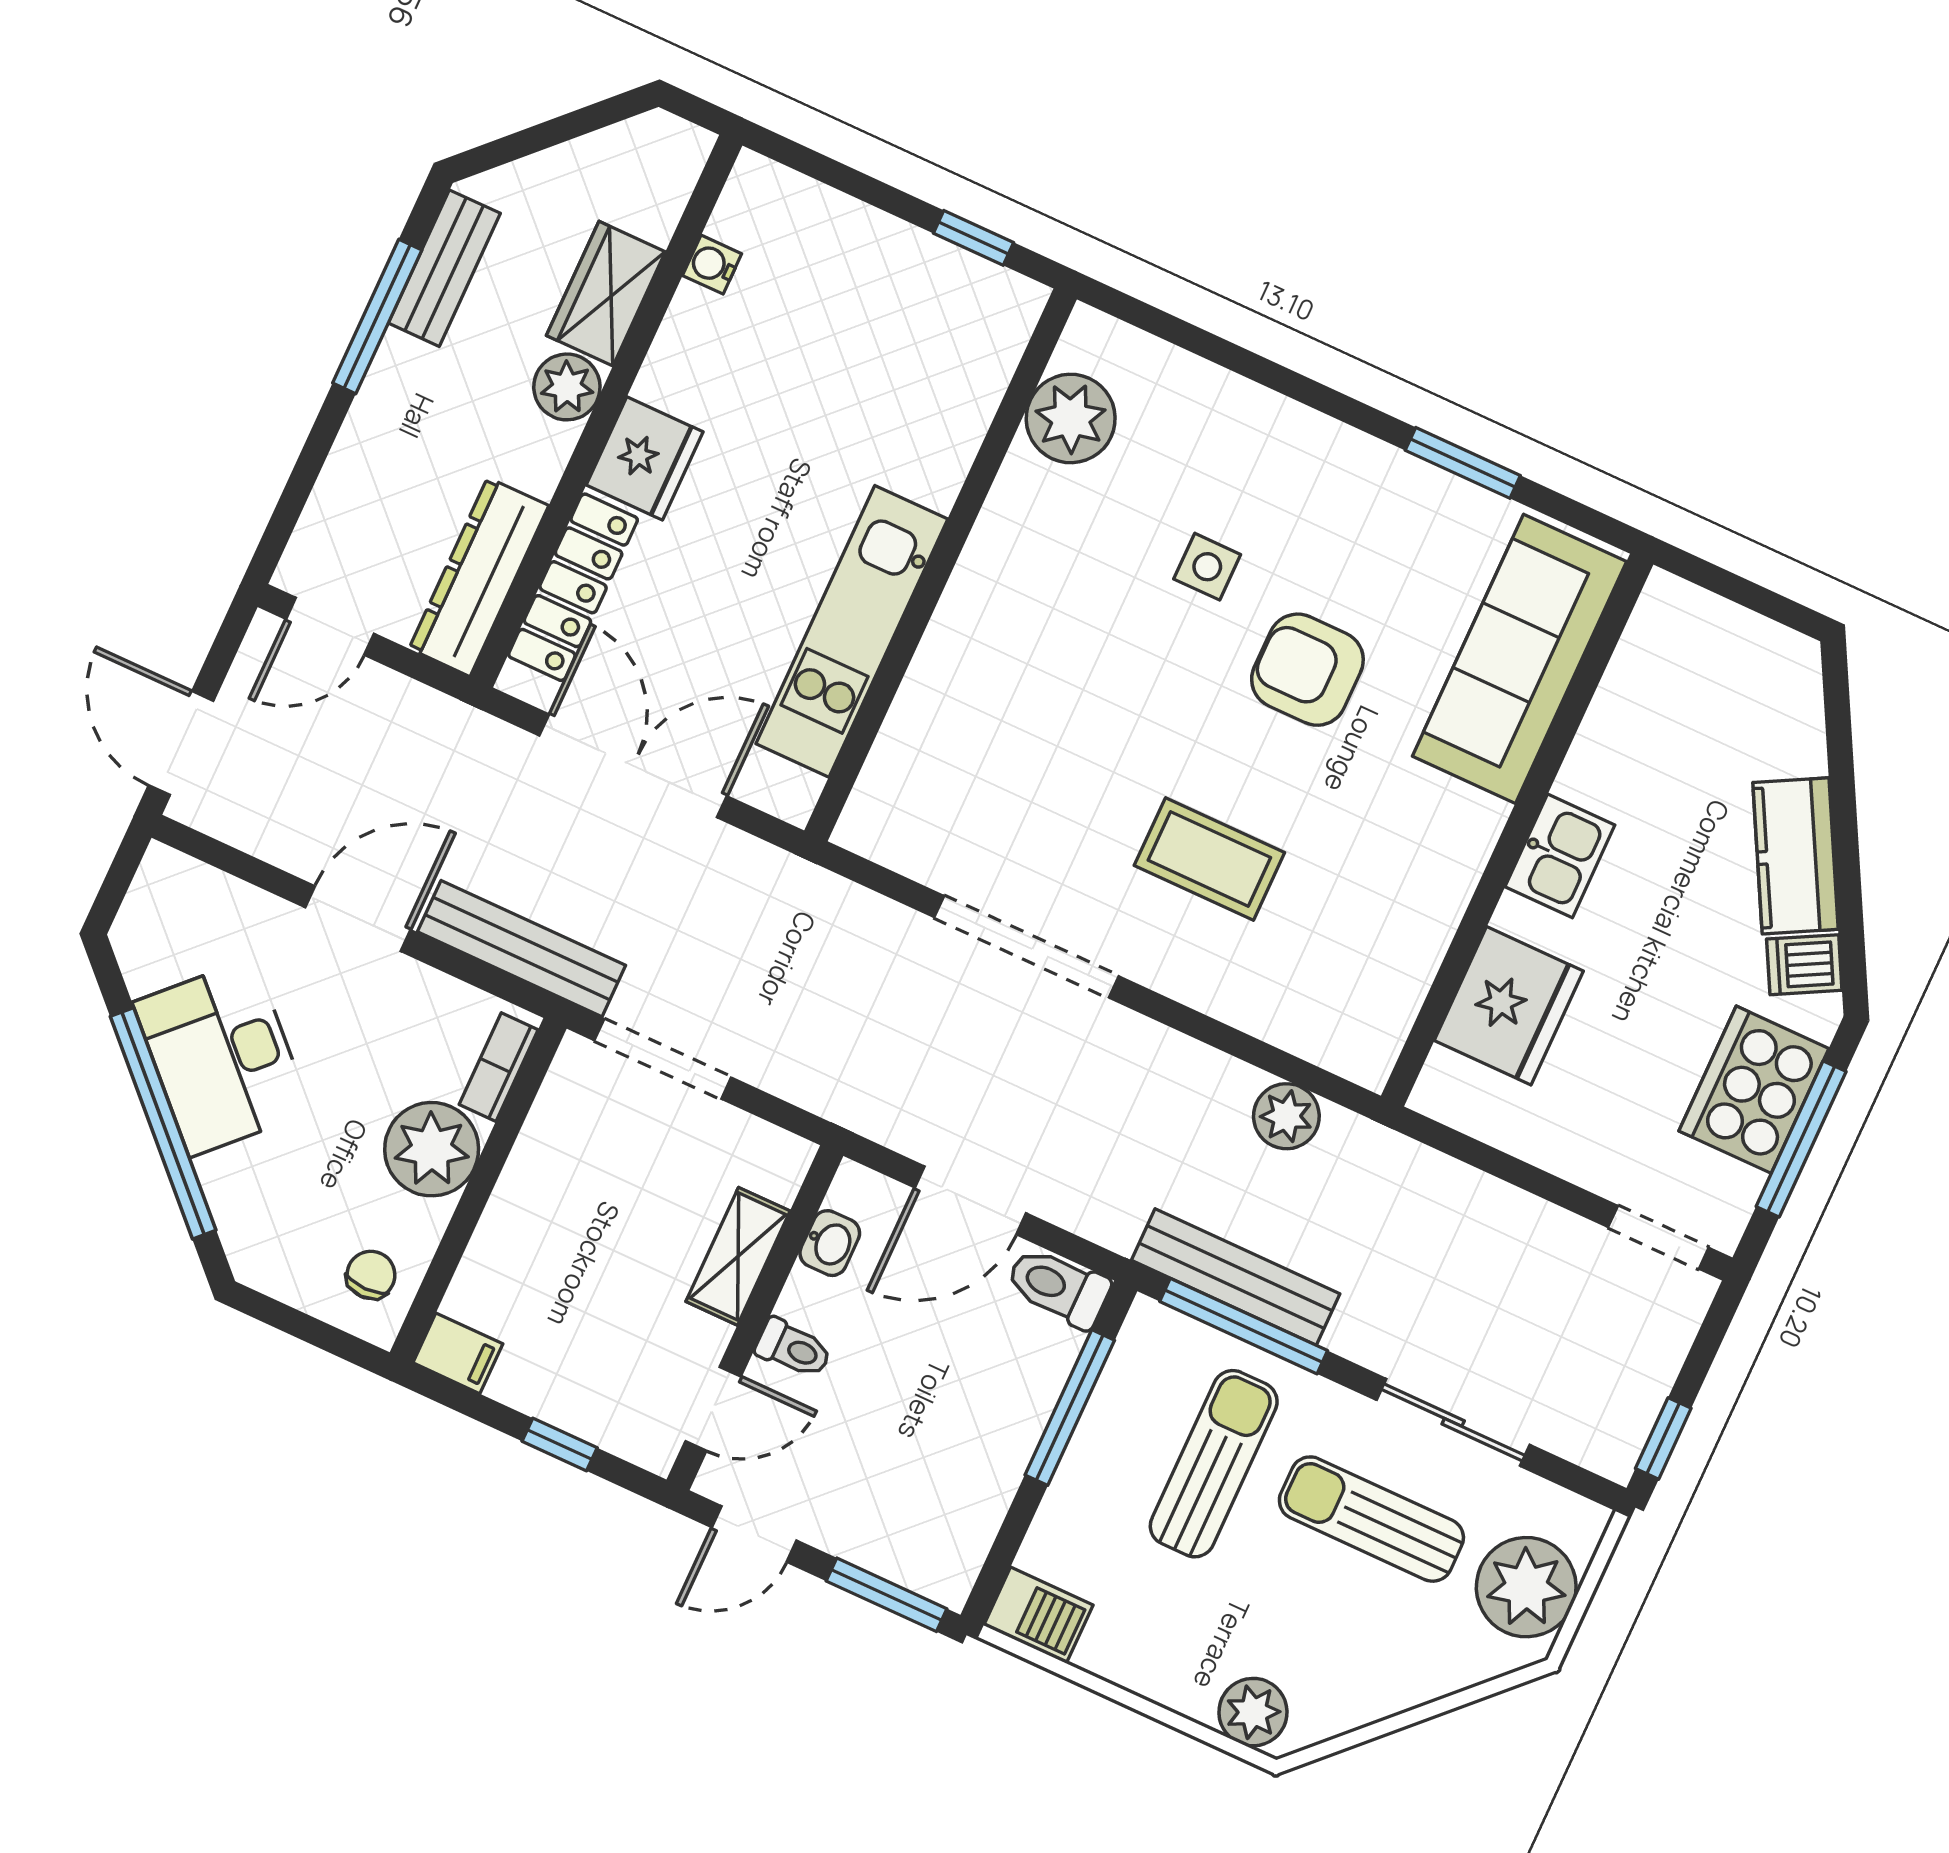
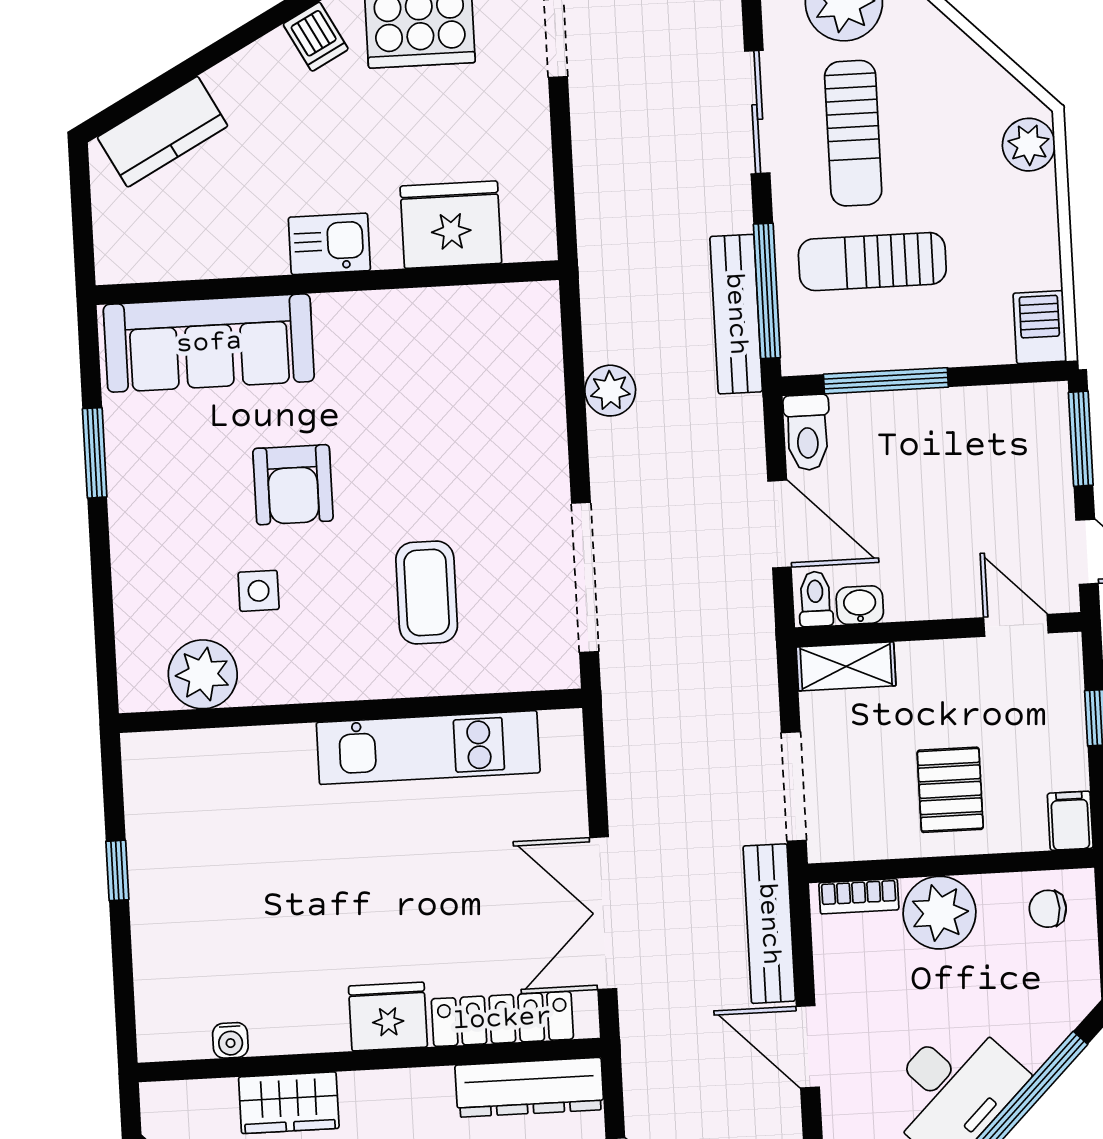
plant: (567, 387) -> (367, 1096), removed
plant: (1071, 418) -> (203, 674), moved
wall: (941, 565) -> (350, 711), moved
kitchen unit: (852, 631) -> (428, 748), moved
kitchen counter: (1796, 856) -> (163, 132), moved
coffee table: (1209, 859) -> (427, 593), moved
plant: (1286, 1116) -> (610, 391), moved
pallet: (565, 1235) -> (950, 790), added
shelving: (738, 1256) -> (846, 666), moved
toilet: (793, 1349) -> (815, 599), moved

